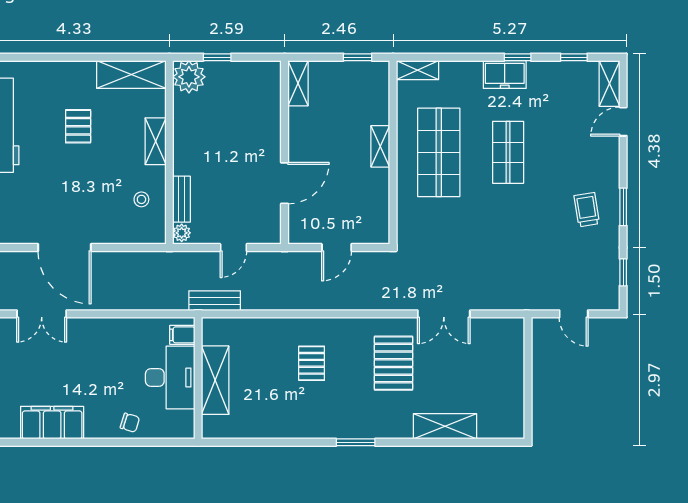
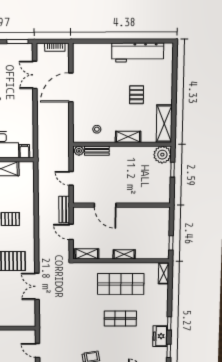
freezer: (505, 74) -> (160, 336), moved
shelving: (298, 83) -> (87, 254), moved
pallet: (78, 126) -> (137, 95), turned 90
bench: (215, 301) -> (64, 210), moved
door: (574, 314) -> (38, 350), hinge flipped

